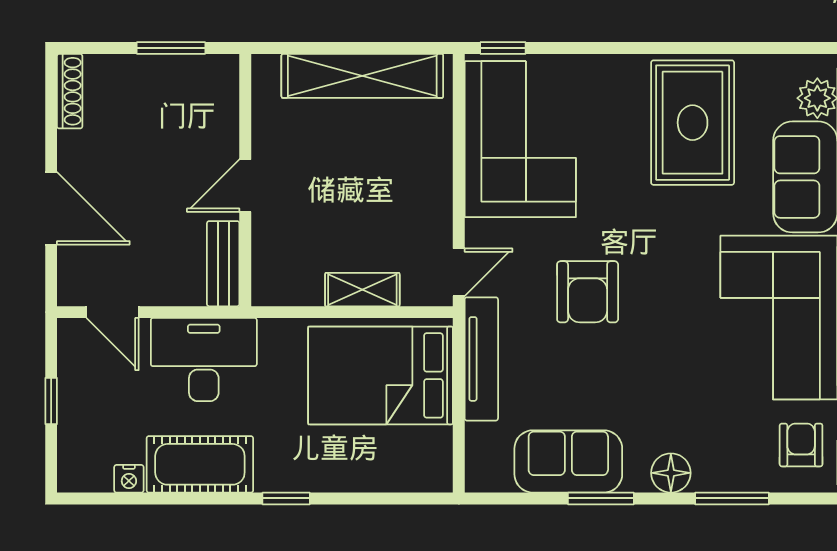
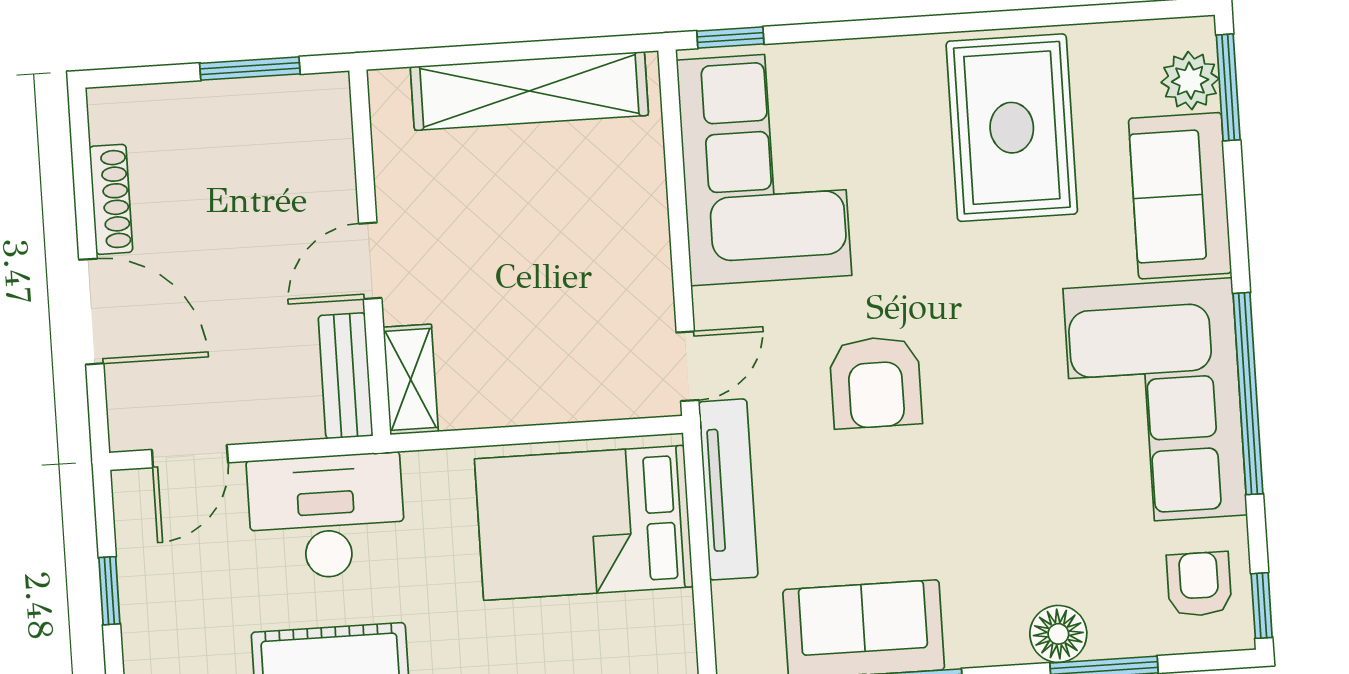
shoe rack: (70, 91) -> (111, 199), moved
shelving: (362, 290) -> (411, 379), moved, turned 90
door: (113, 312) -> (190, 456), hinge flipped
floor lamp: (671, 473) -> (1058, 634), moved

